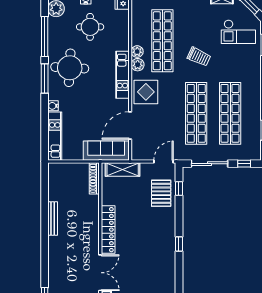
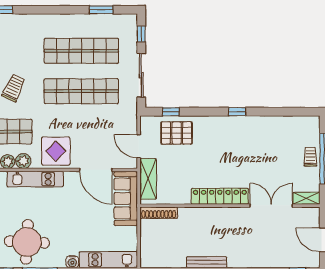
door: (164, 161) -> (139, 146), moved

